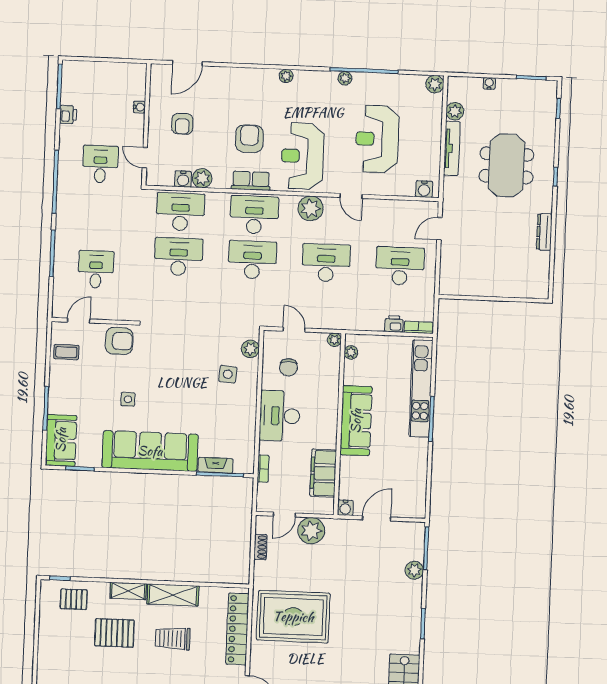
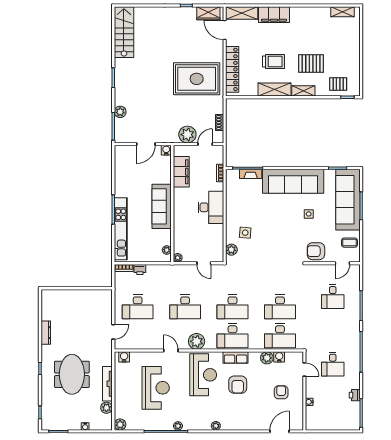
chair: (288, 367) -> (206, 239), removed
sofa: (61, 440) -> (348, 200), width x1.85, depth x1.27

